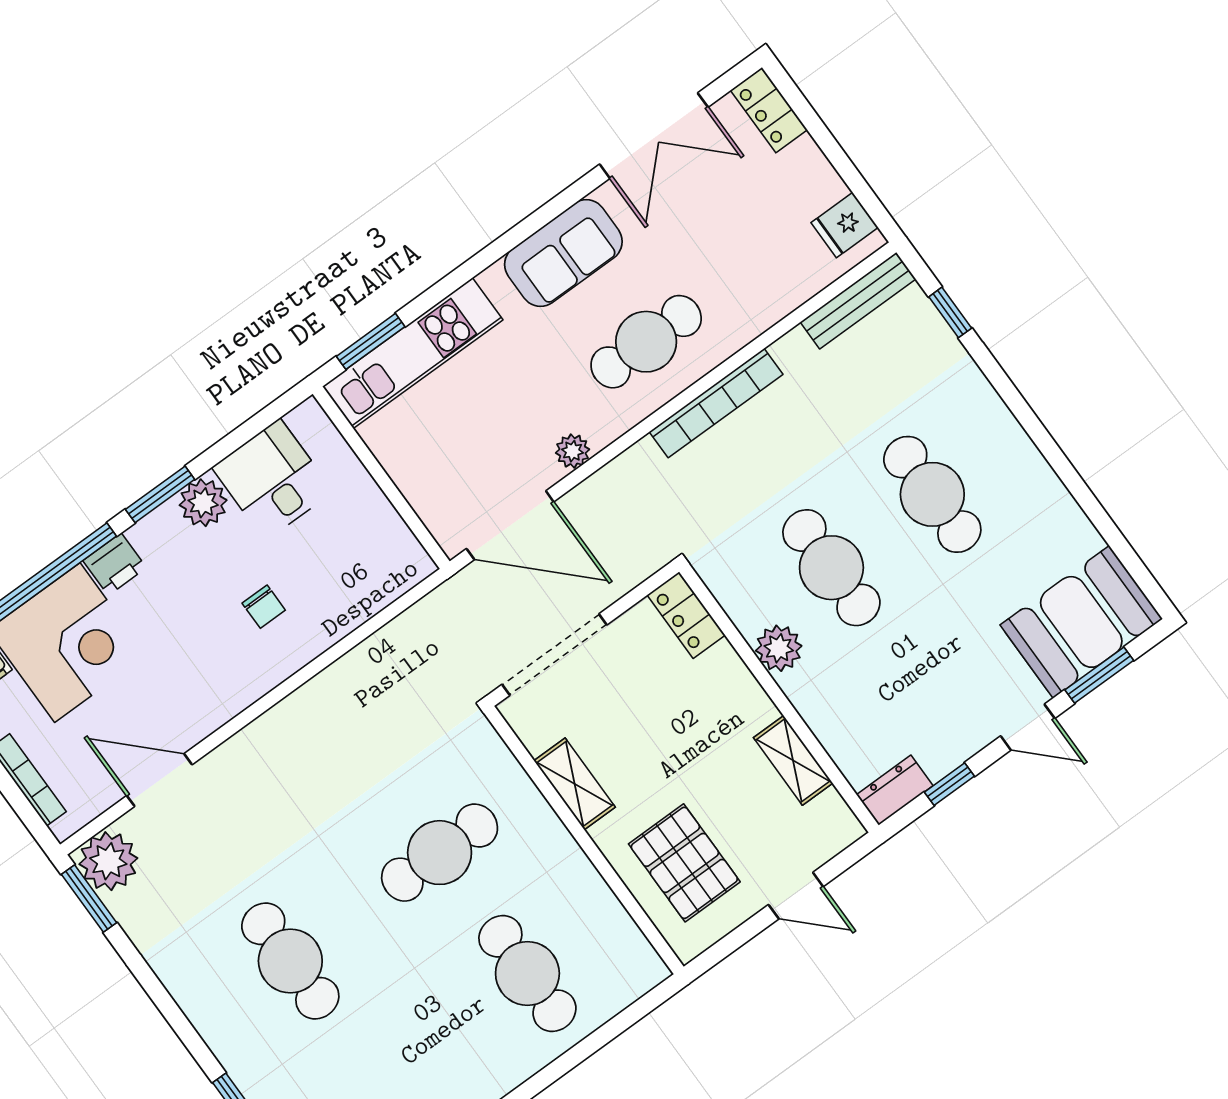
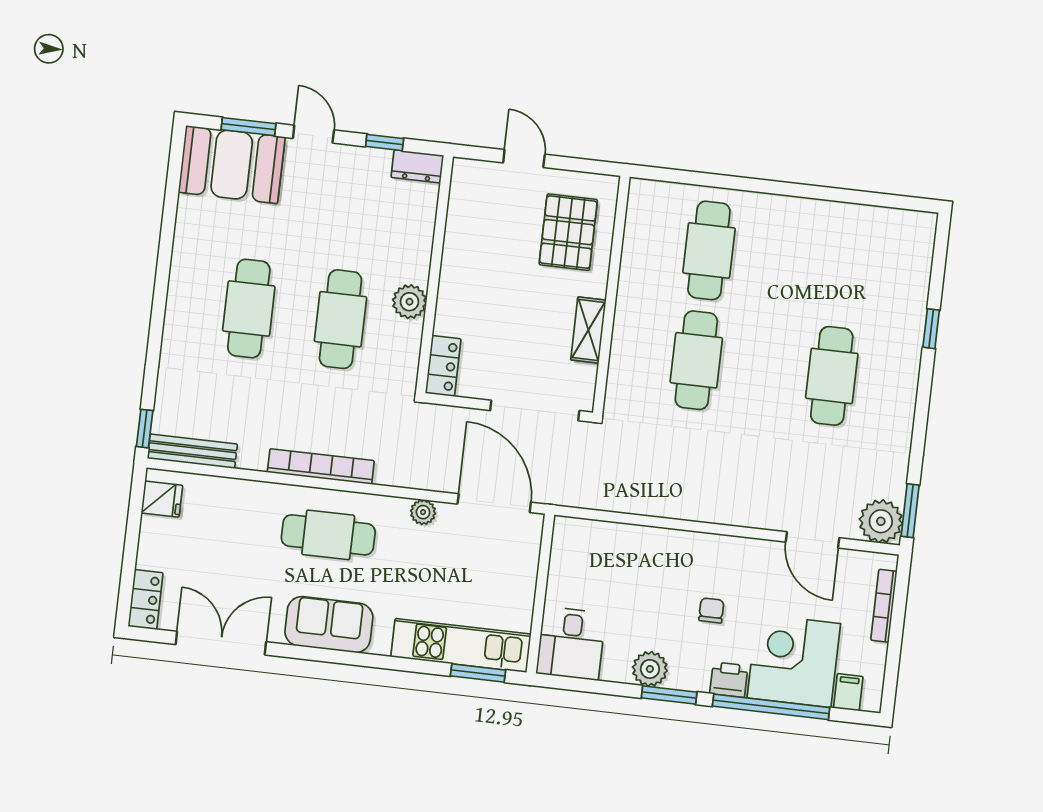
window: (950, 312) -> (145, 429), moved
desk: (273, 480) -> (571, 643), moved
chair: (264, 607) -> (711, 610), moved
shelving: (793, 760) -> (458, 233), removed
cafe table: (440, 853) -> (696, 360), turned 90

